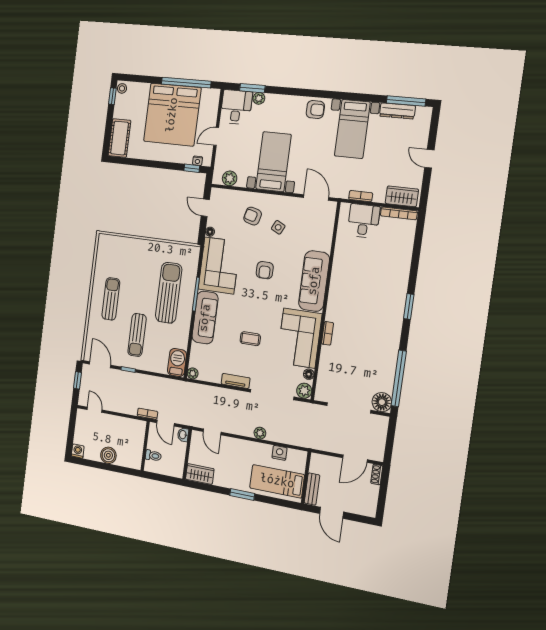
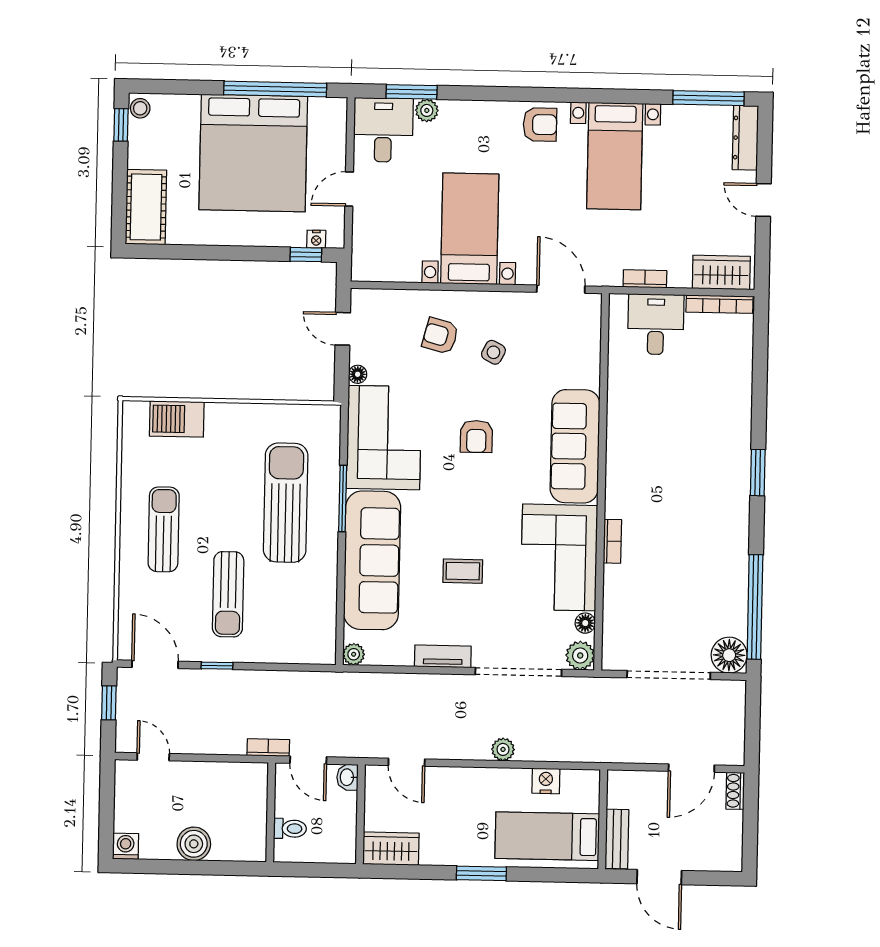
dresser: (397, 111) -> (745, 138), moved, turned 90
plant: (230, 178) -> (386, 268), removed
sofa: (205, 318) -> (372, 560), width x1.36, depth x1.27
barbecue: (177, 363) -> (177, 419), moved, turned -90

